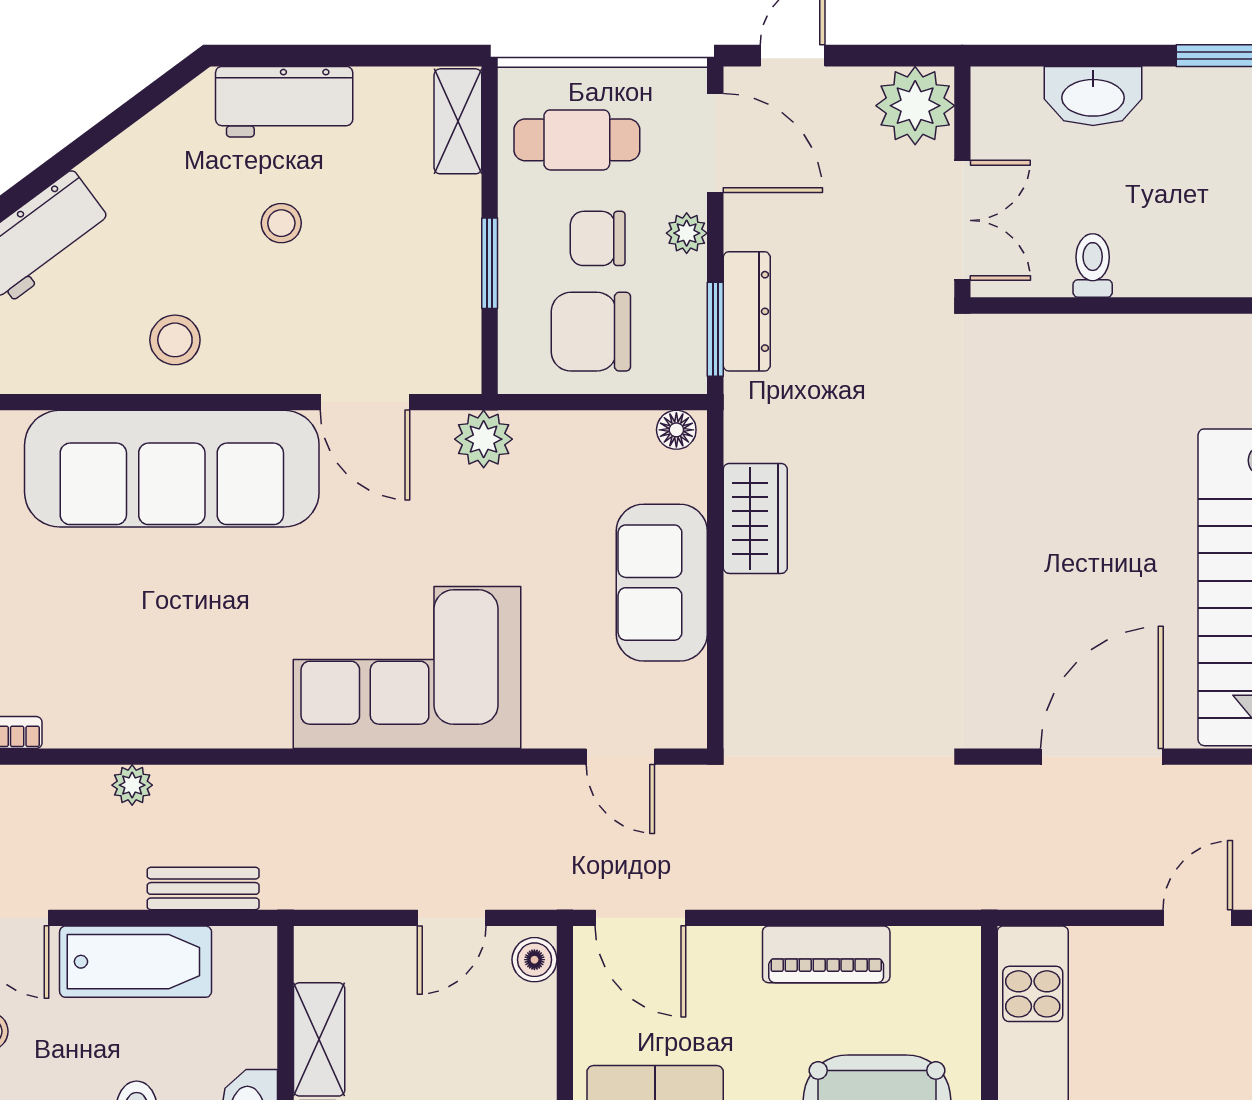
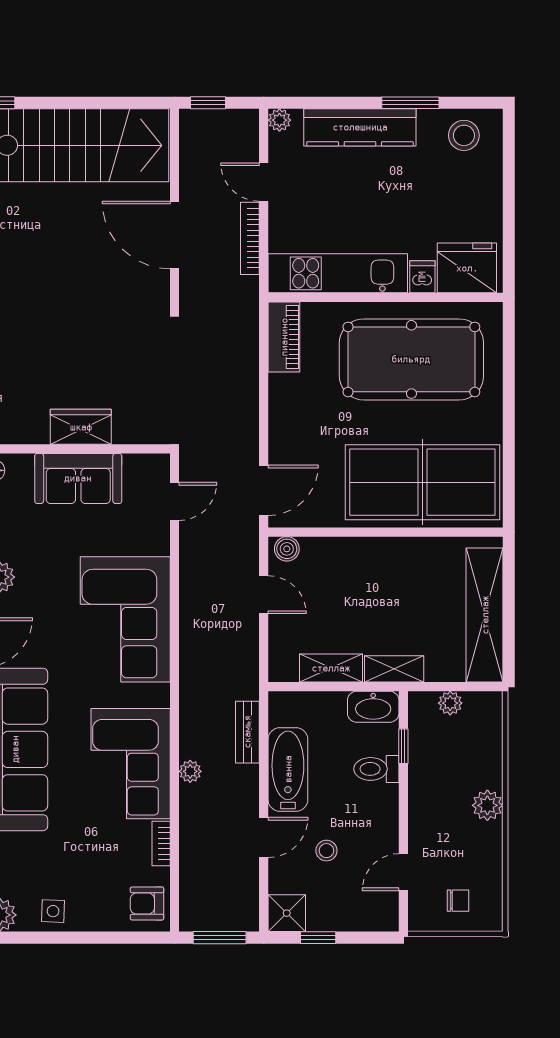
wardrobe: (755, 518) -> (81, 427), moved
corner sofa: (146, 677) -> (131, 764), added
bookcase: (1096, 893) -> (250, 238), added
piano: (826, 954) -> (284, 337), moved

